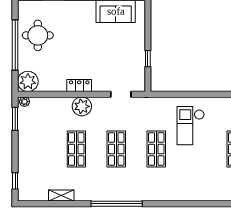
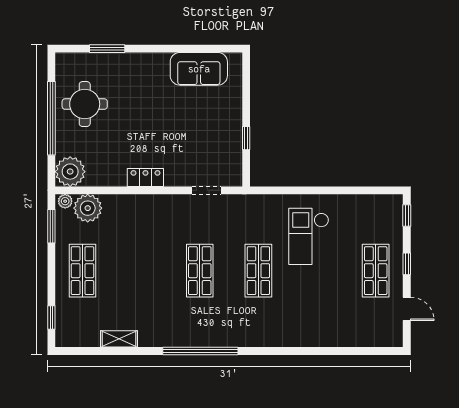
plant: (82, 106) -> (88, 208), moved
shop shelf: (76, 149) -> (82, 271), moved

